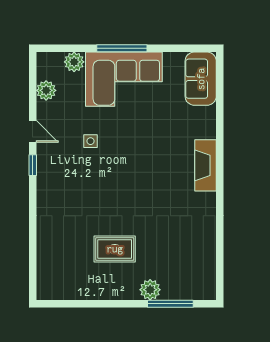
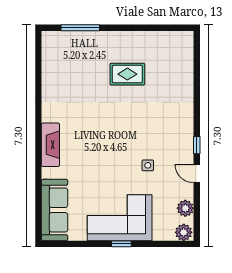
window: (122, 48) -> (121, 244), width x0.46
plant: (74, 62) -> (184, 232), moved
sofa: (201, 79) -> (55, 210), width x1.36
plant: (150, 290) -> (97, 40), removed

